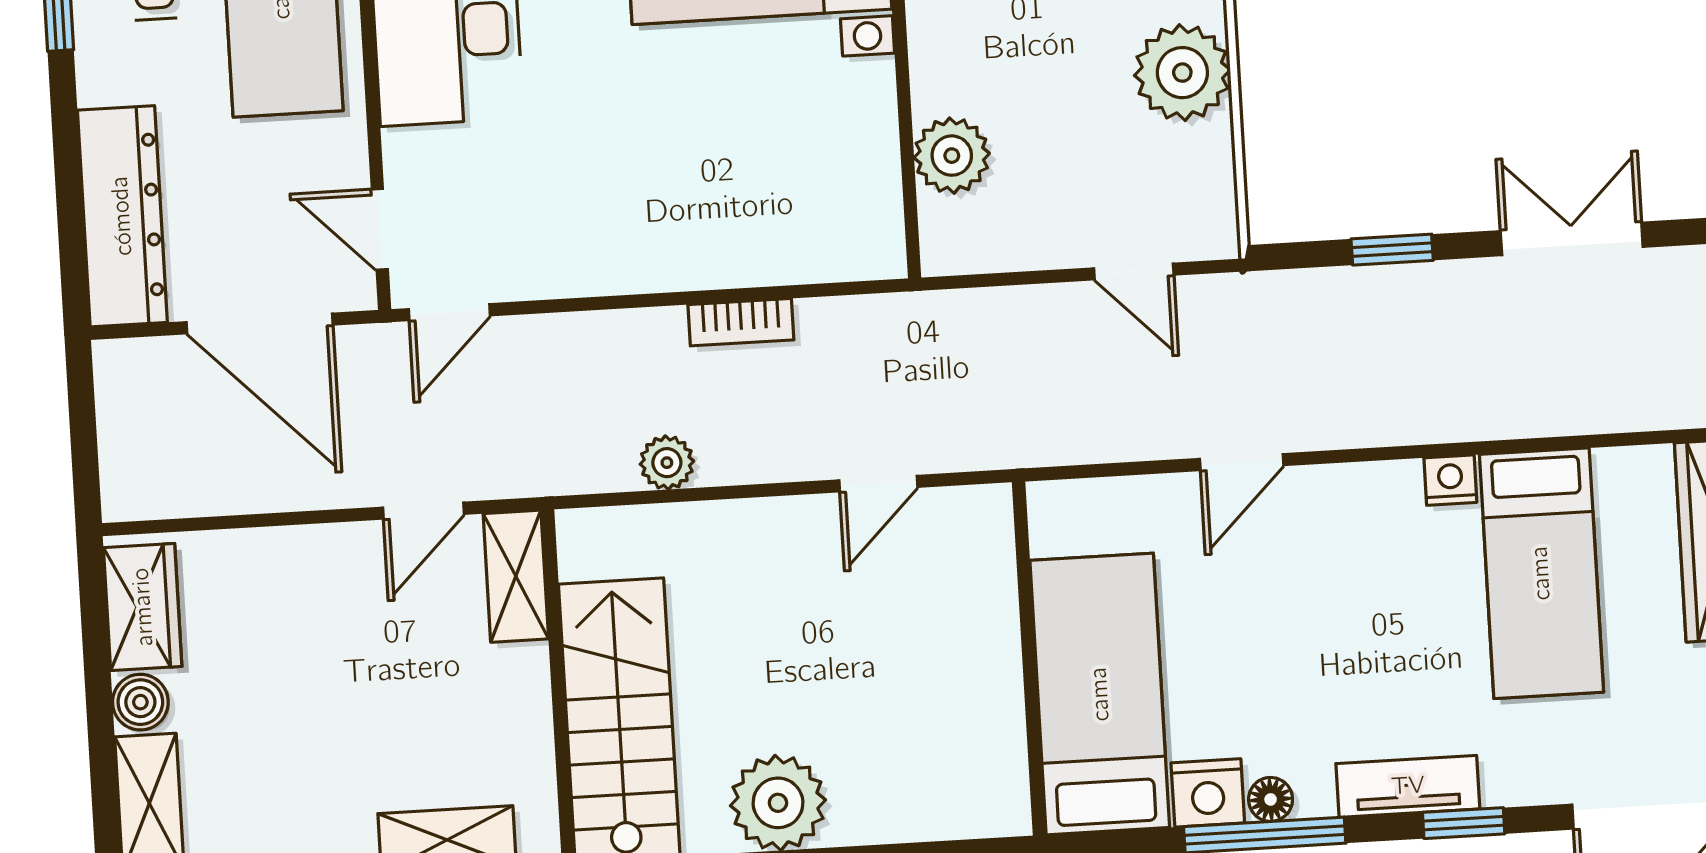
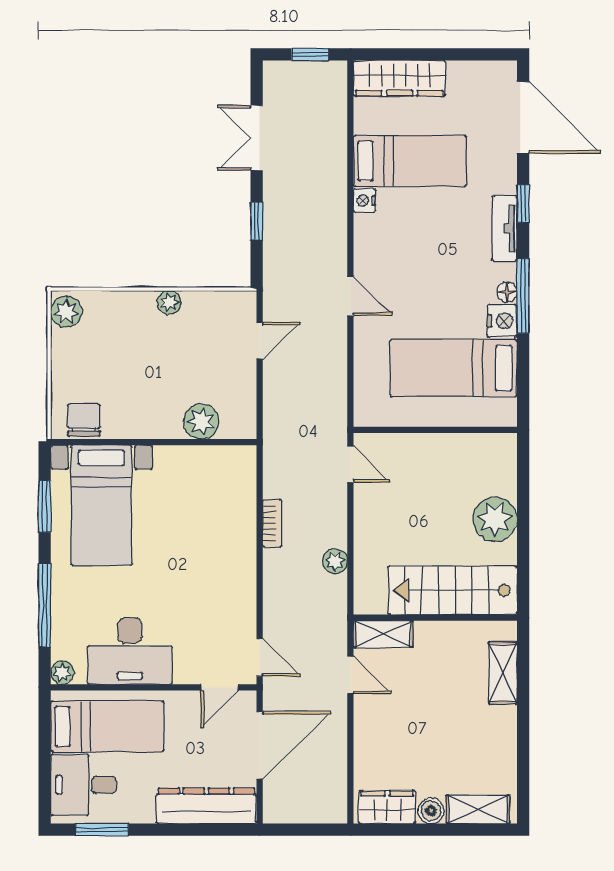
plant: (1182, 73) -> (169, 302), width x0.53, depth x0.53
wall: (1029, 659) -> (435, 430), moved

